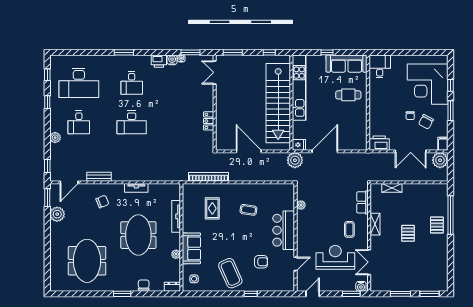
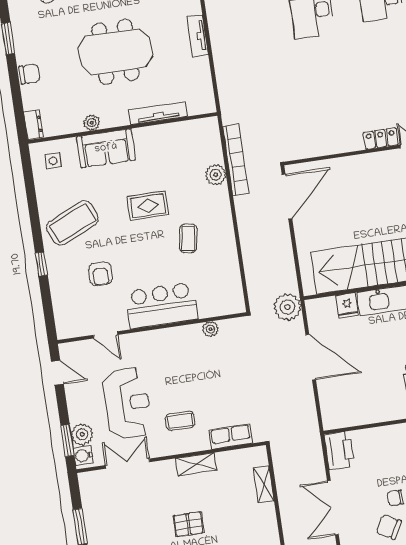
locker: (209, 121) -> (381, 139), moved
fridge: (299, 145) -> (347, 305), moved
door: (249, 151) -> (287, 197), moved
plant: (215, 189) -> (216, 175), added
rug: (212, 208) -> (148, 206), moved
plant: (349, 285) -> (82, 434), added

